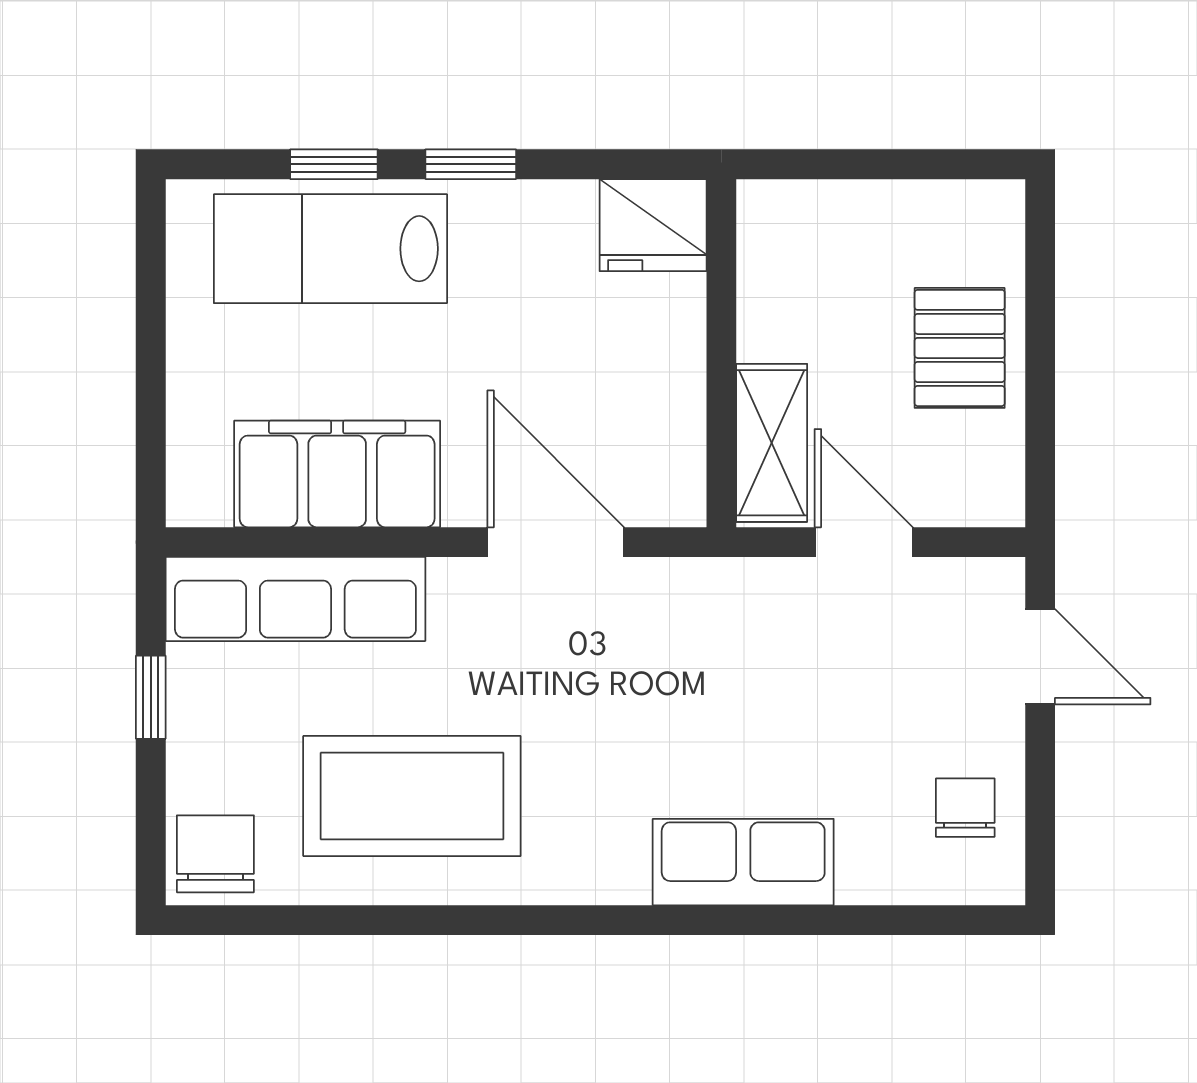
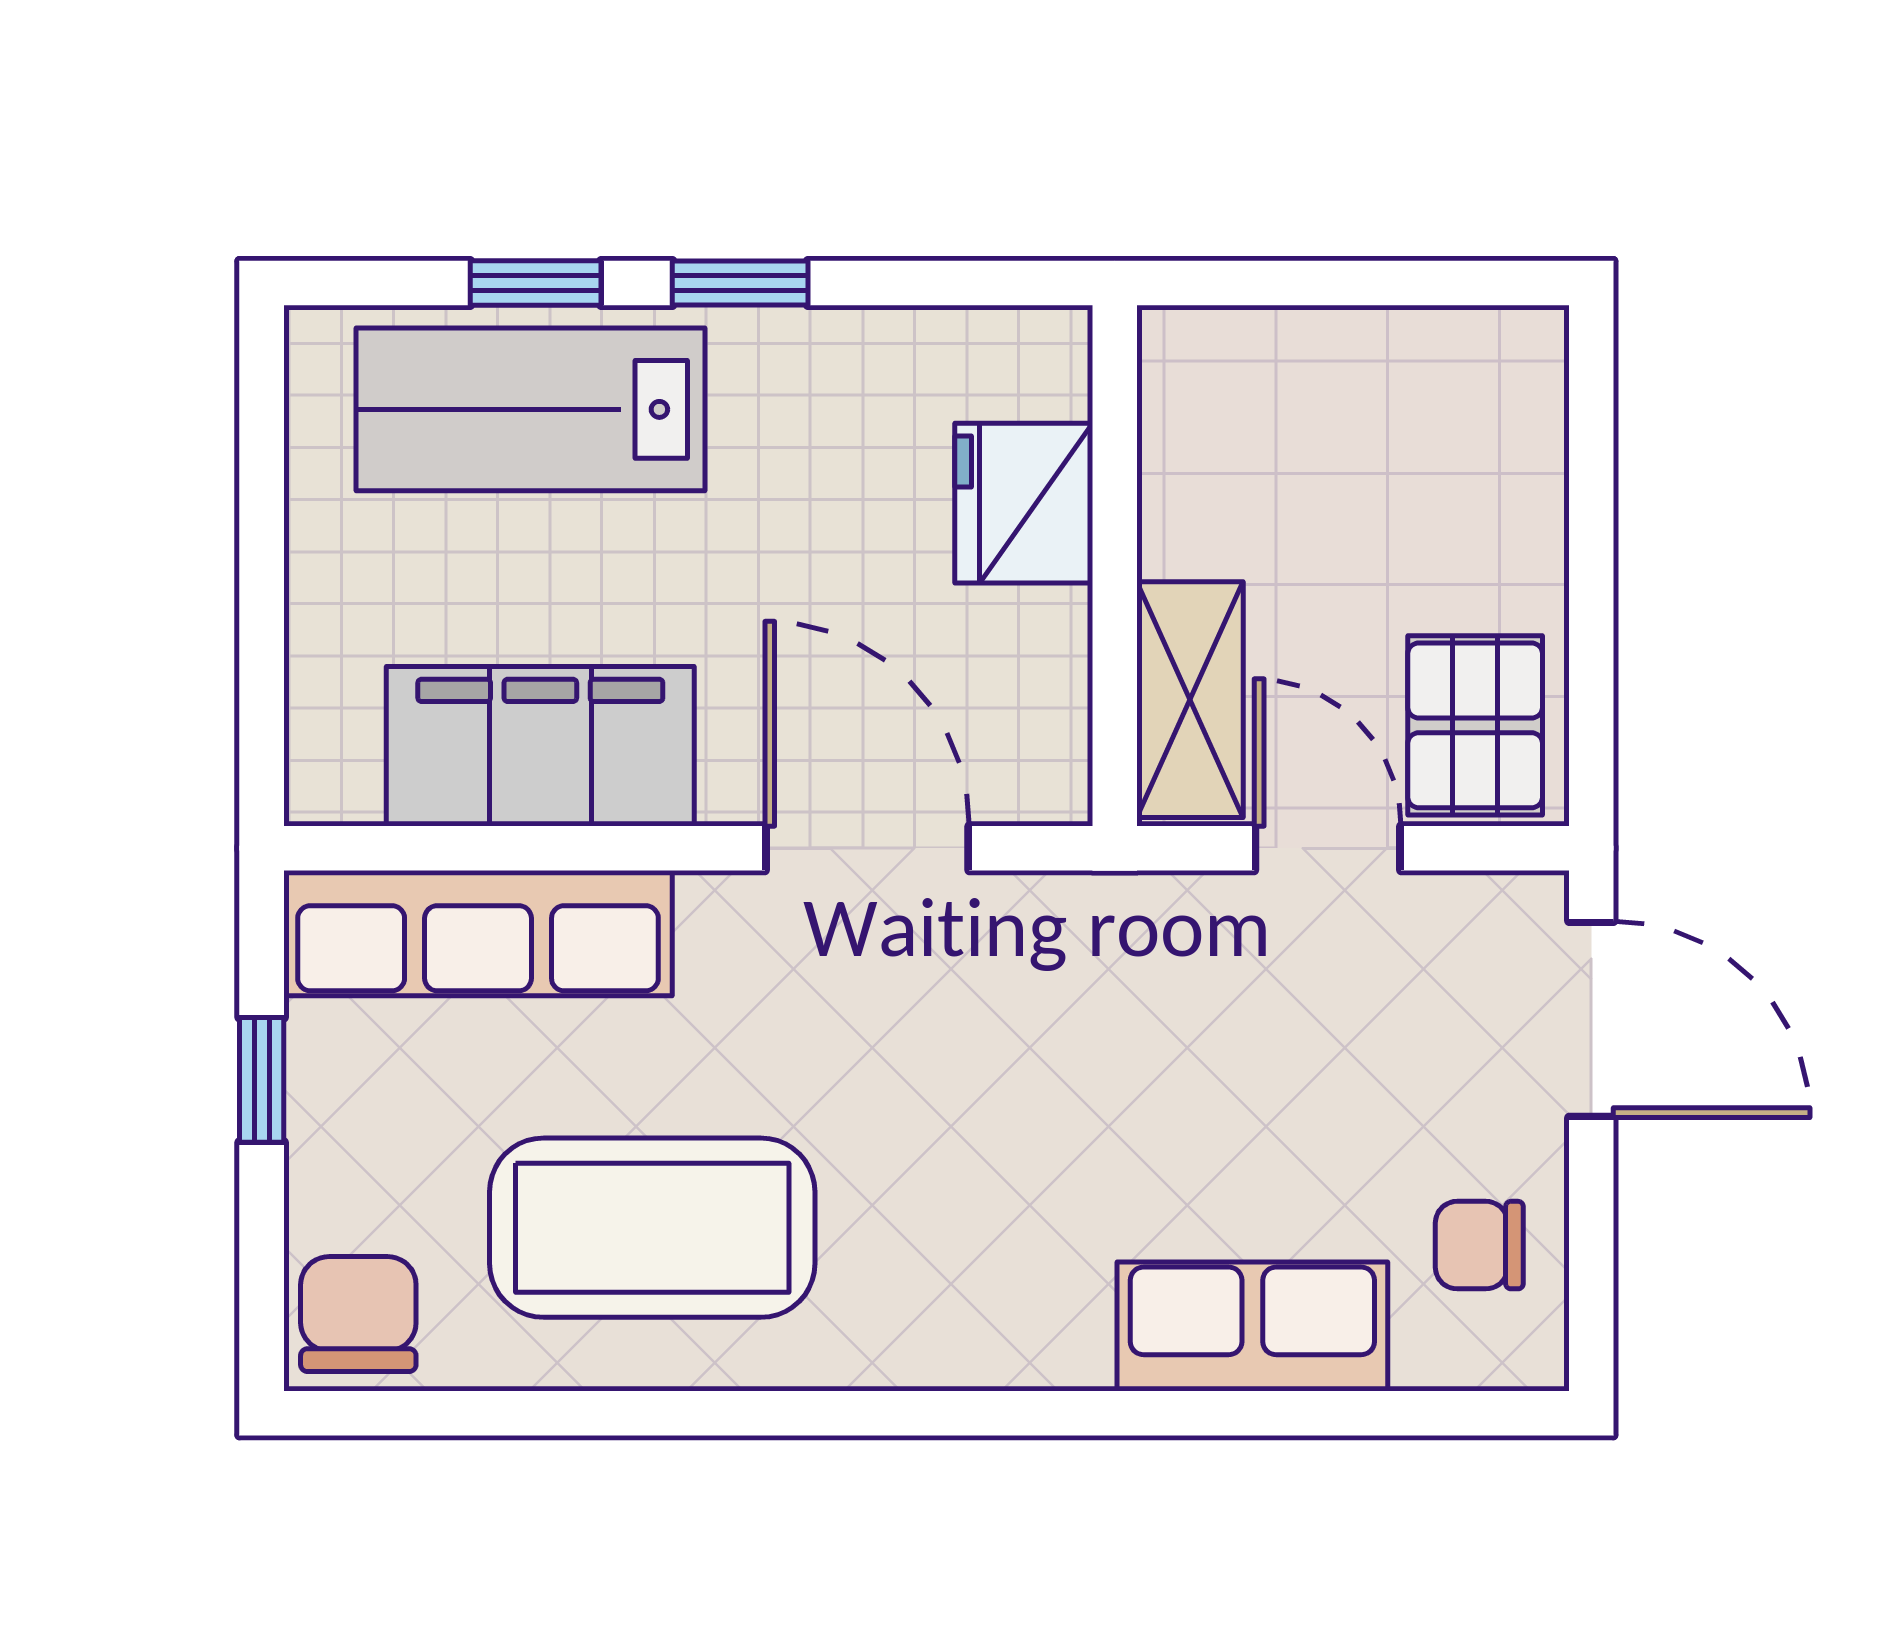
fridge: (653, 225) -> (1024, 503), moved, turned 90
pallet: (960, 348) -> (1475, 725), moved
door: (1040, 657) -> (1591, 1019), width x1.38
chair: (965, 808) -> (1479, 1245), turned -90
row of seats: (743, 862) -> (1252, 1326), moved

